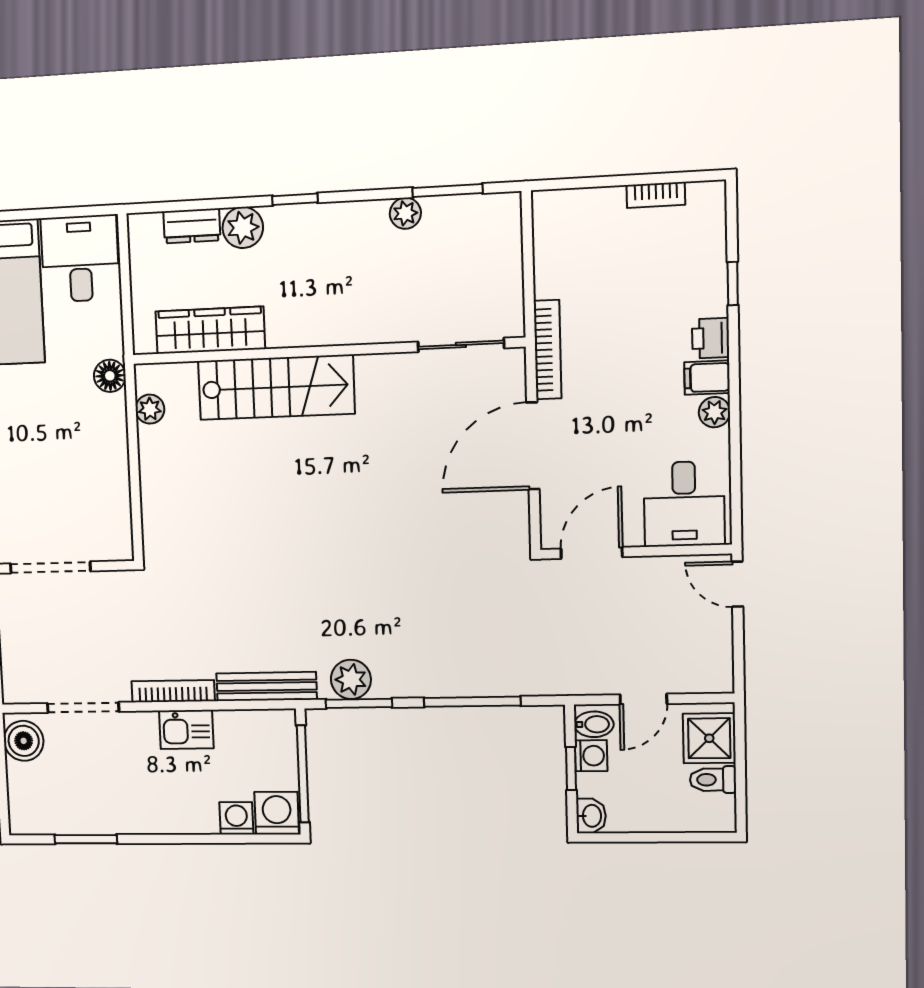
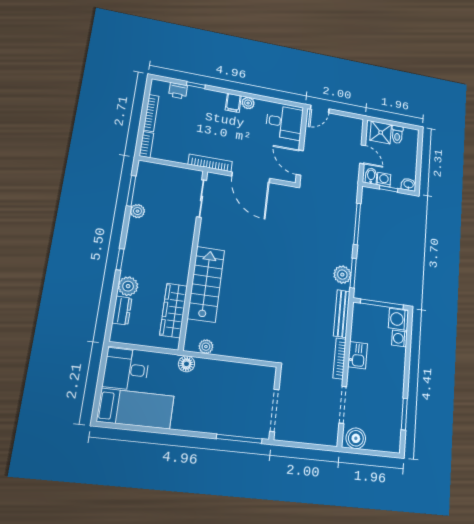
bookcase: (656, 195) -> (151, 113), width x1.56
bookcase: (561, 201) -> (146, 145), added
printer: (711, 338) -> (178, 91), moved

